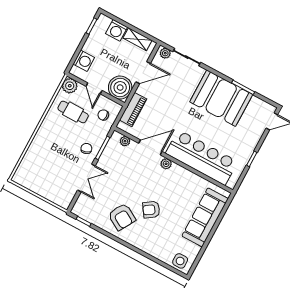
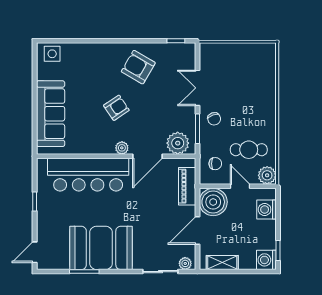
washing machine: (117, 30) -> (266, 260), moved, turned -90
plant: (125, 141) -> (178, 143), width x1.88, depth x1.88
armchair: (151, 210) -> (116, 108), moved

